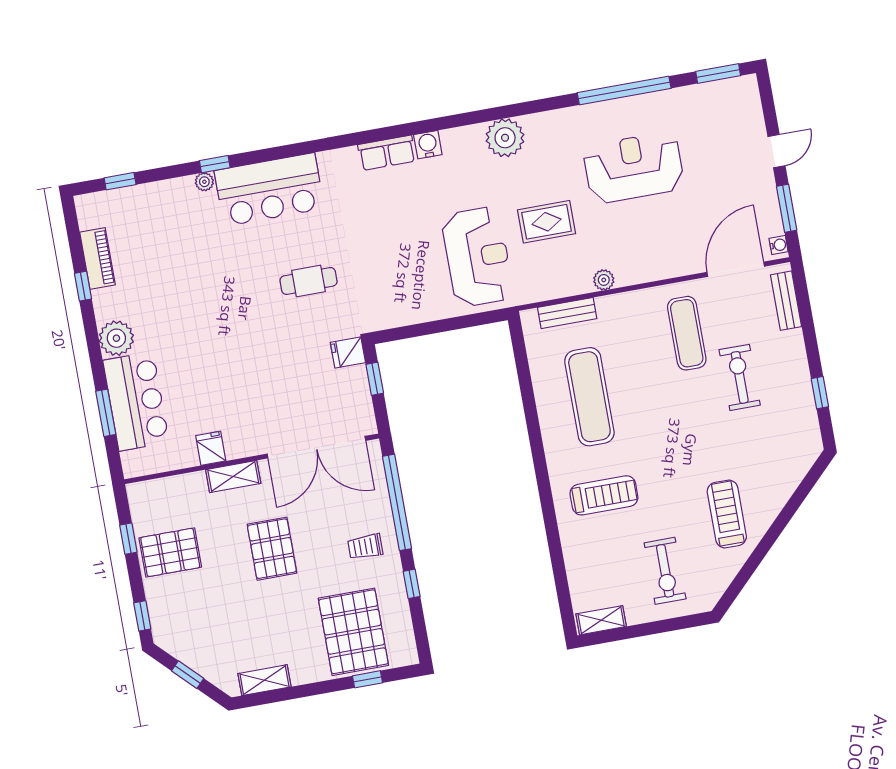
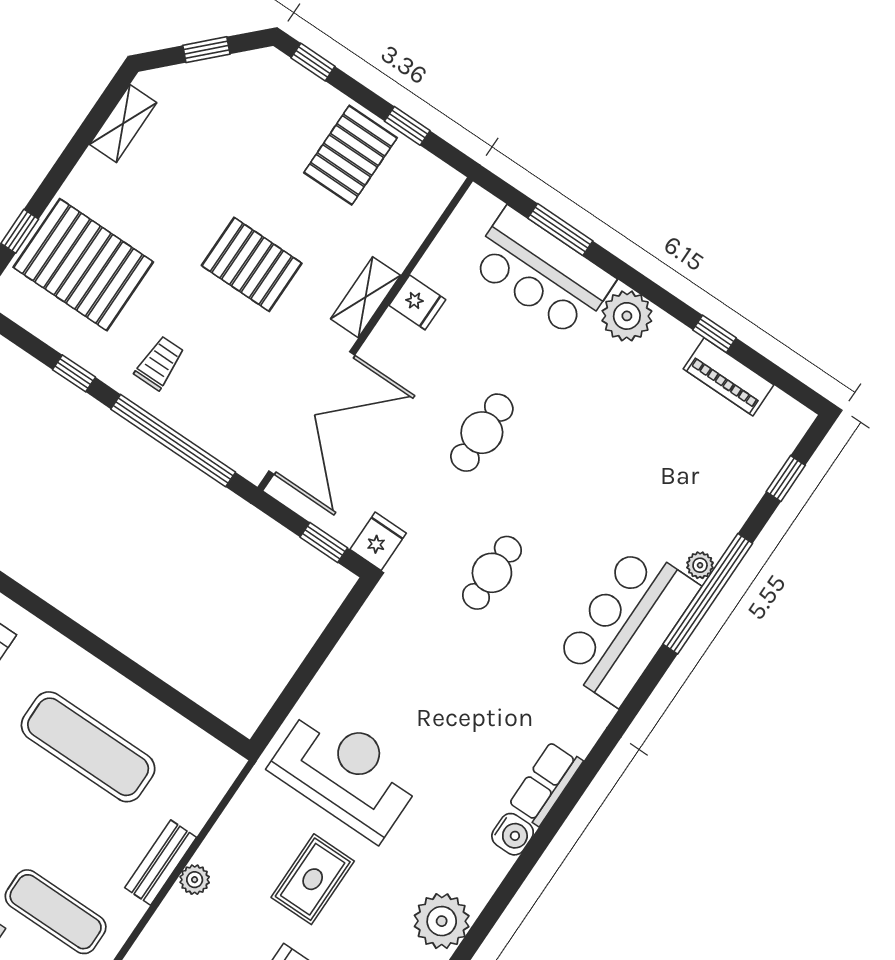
window: (215, 164) -> (708, 594), width x3.17
reception desk: (477, 257) -> (346, 772), turned 180
bench: (567, 313) -> (161, 863), moved
cafe table: (244, 354) -> (482, 433), added
double door: (316, 447) -> (312, 413), swing flipped

